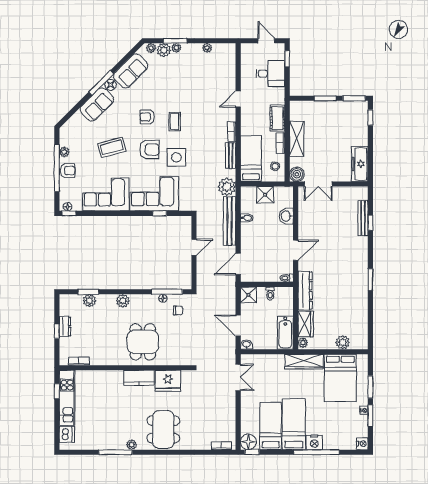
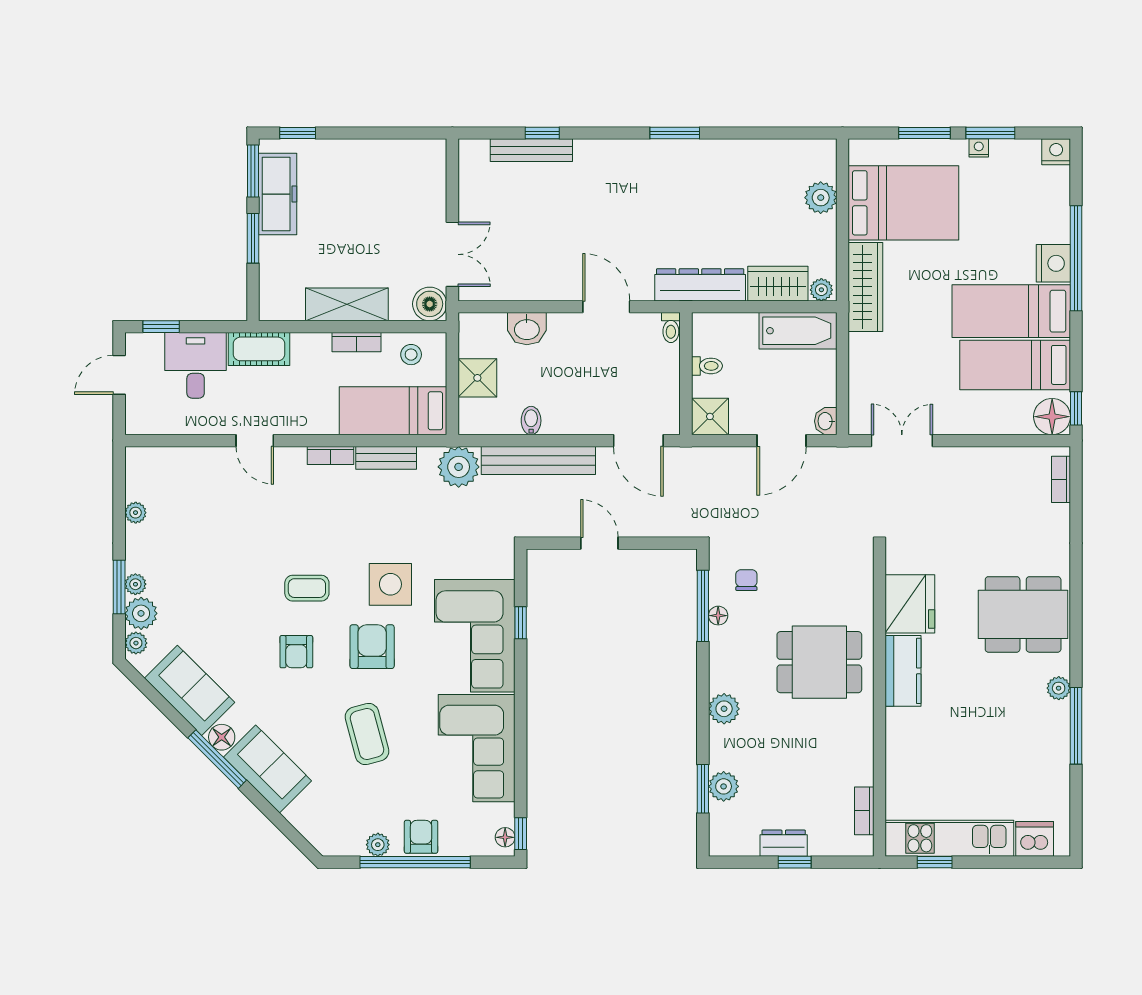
cot: (277, 118) -> (259, 349), moved
freezer: (360, 164) -> (278, 194), moved, turned -90

